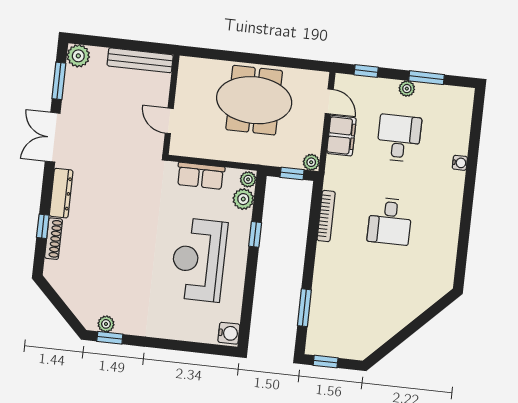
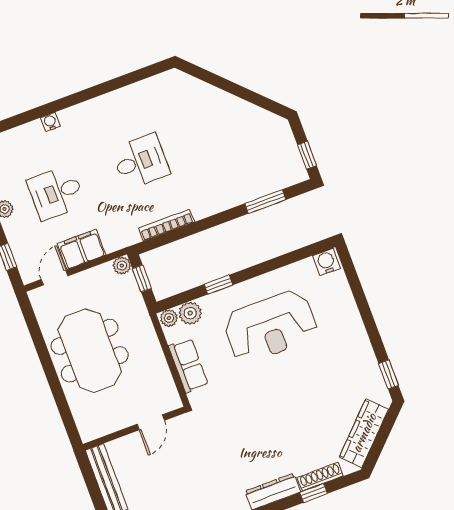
wardrobe: (71, 293) -> (364, 433), added
plant: (106, 324) -> (377, 385), removed

